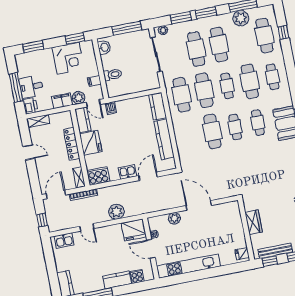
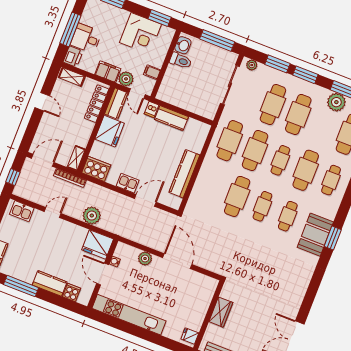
toilet: (113, 75) -> (181, 61), moved
kitchen counter: (158, 106) -> (171, 118), moved, turned -90
locker: (72, 144) -> (97, 104), moved
door: (87, 227) -> (53, 212), swing flipped

